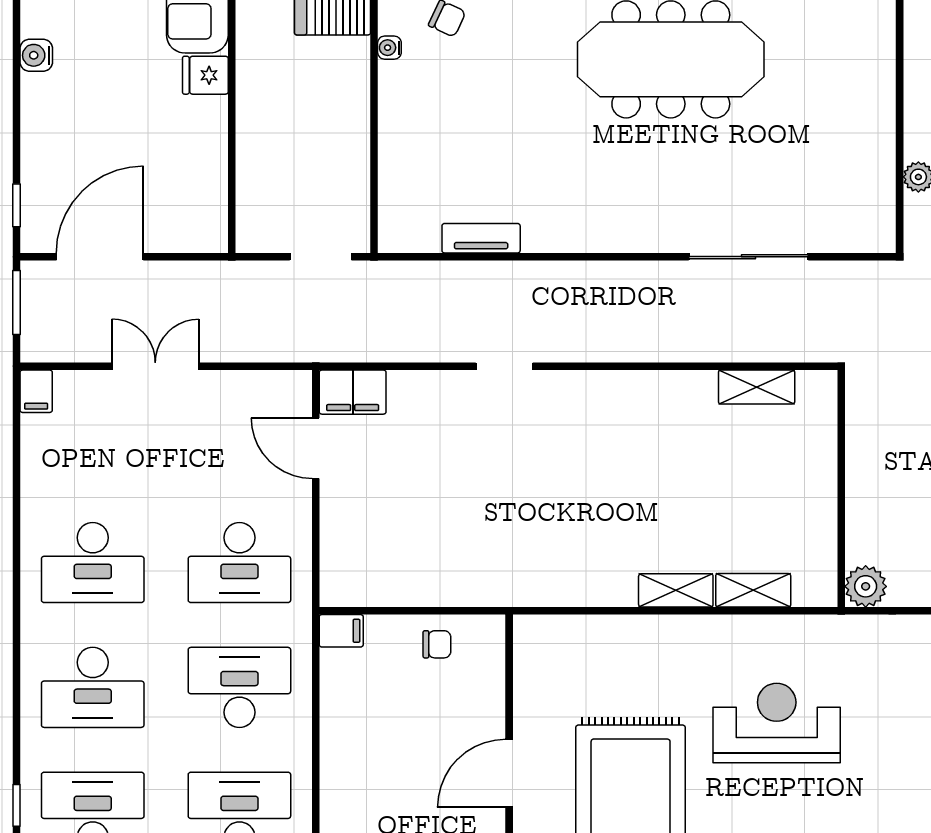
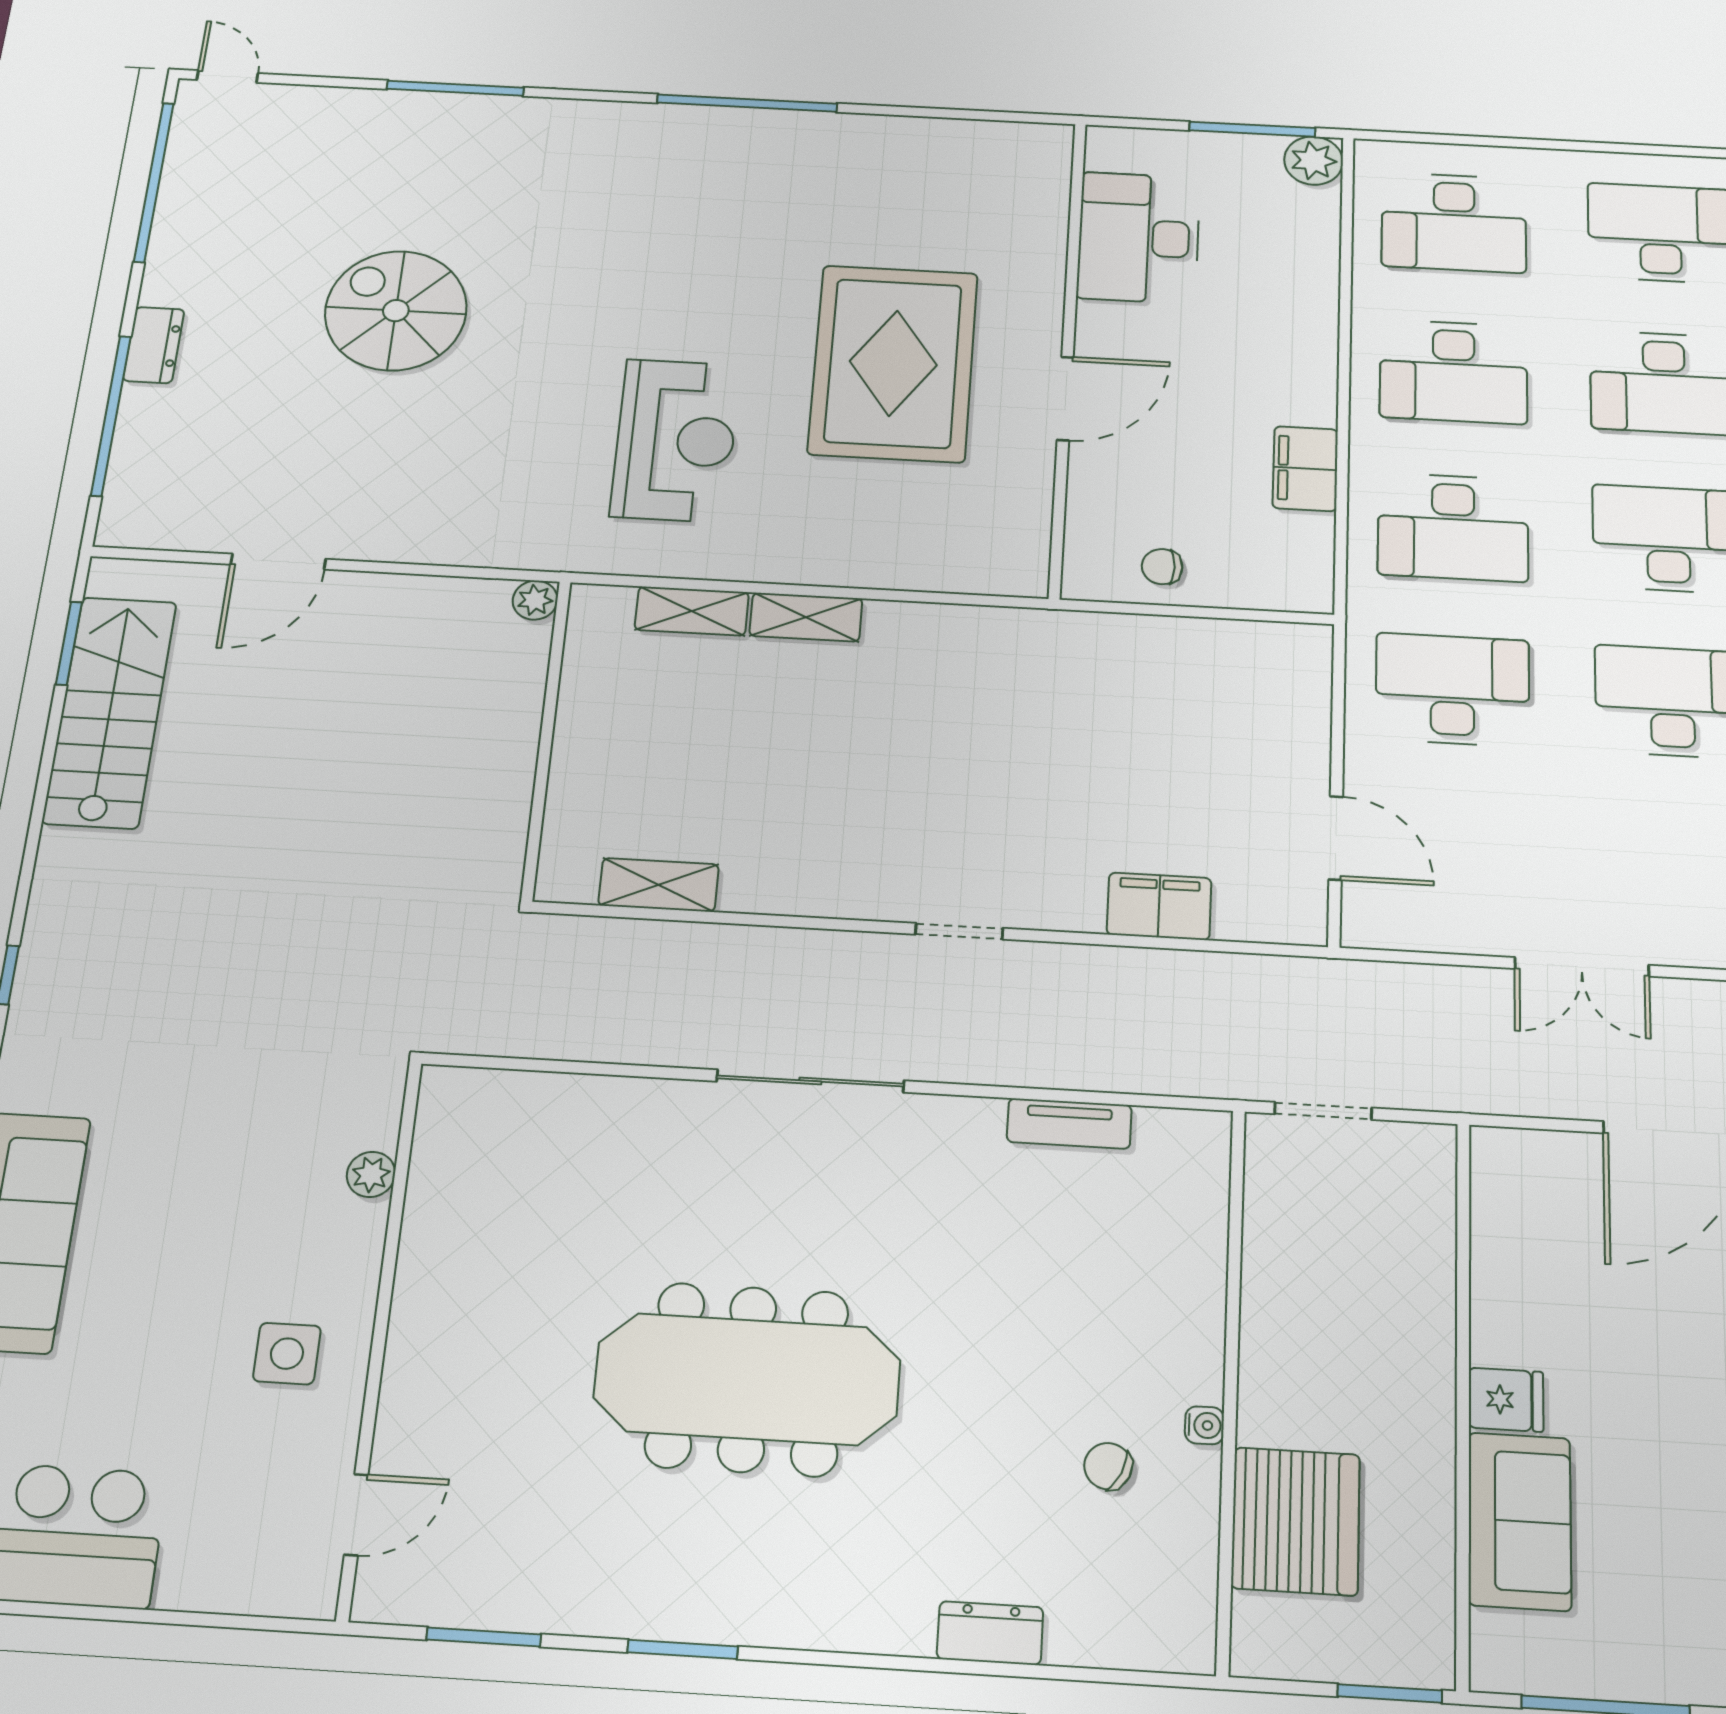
sliding door: (749, 257) -> (810, 1081), moved
doorway: (504, 366) -> (959, 931), moved
filing cabinet: (353, 392) -> (1159, 906), moved
plant: (866, 586) -> (535, 600), width x0.73, depth x0.73
filing cabinet: (341, 631) -> (1305, 469), moved, width x2.00
reception desk: (777, 723) -> (675, 440), turned -90

